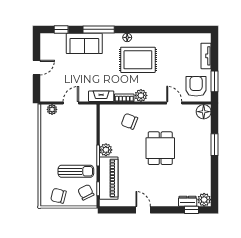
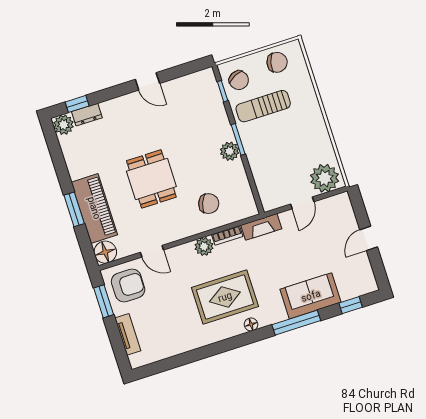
armchair: (196, 86) -> (128, 286), turned -90
plant: (52, 109) -> (325, 178), width x1.87, depth x1.87
piano: (109, 178) -> (94, 208), moved, turned 180

